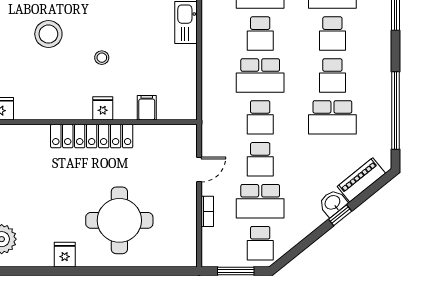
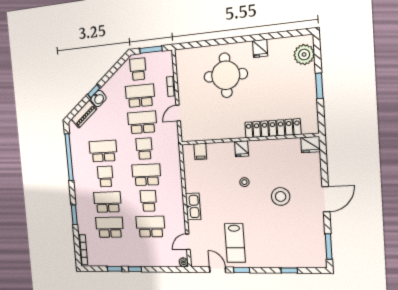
school desk: (332, 34) -> (107, 202), width x1.85
filing cabinet: (147, 108) -> (200, 152), moved
locker: (92, 136) -> (273, 128), moved
school desk: (260, 159) -> (142, 122), width x1.85

